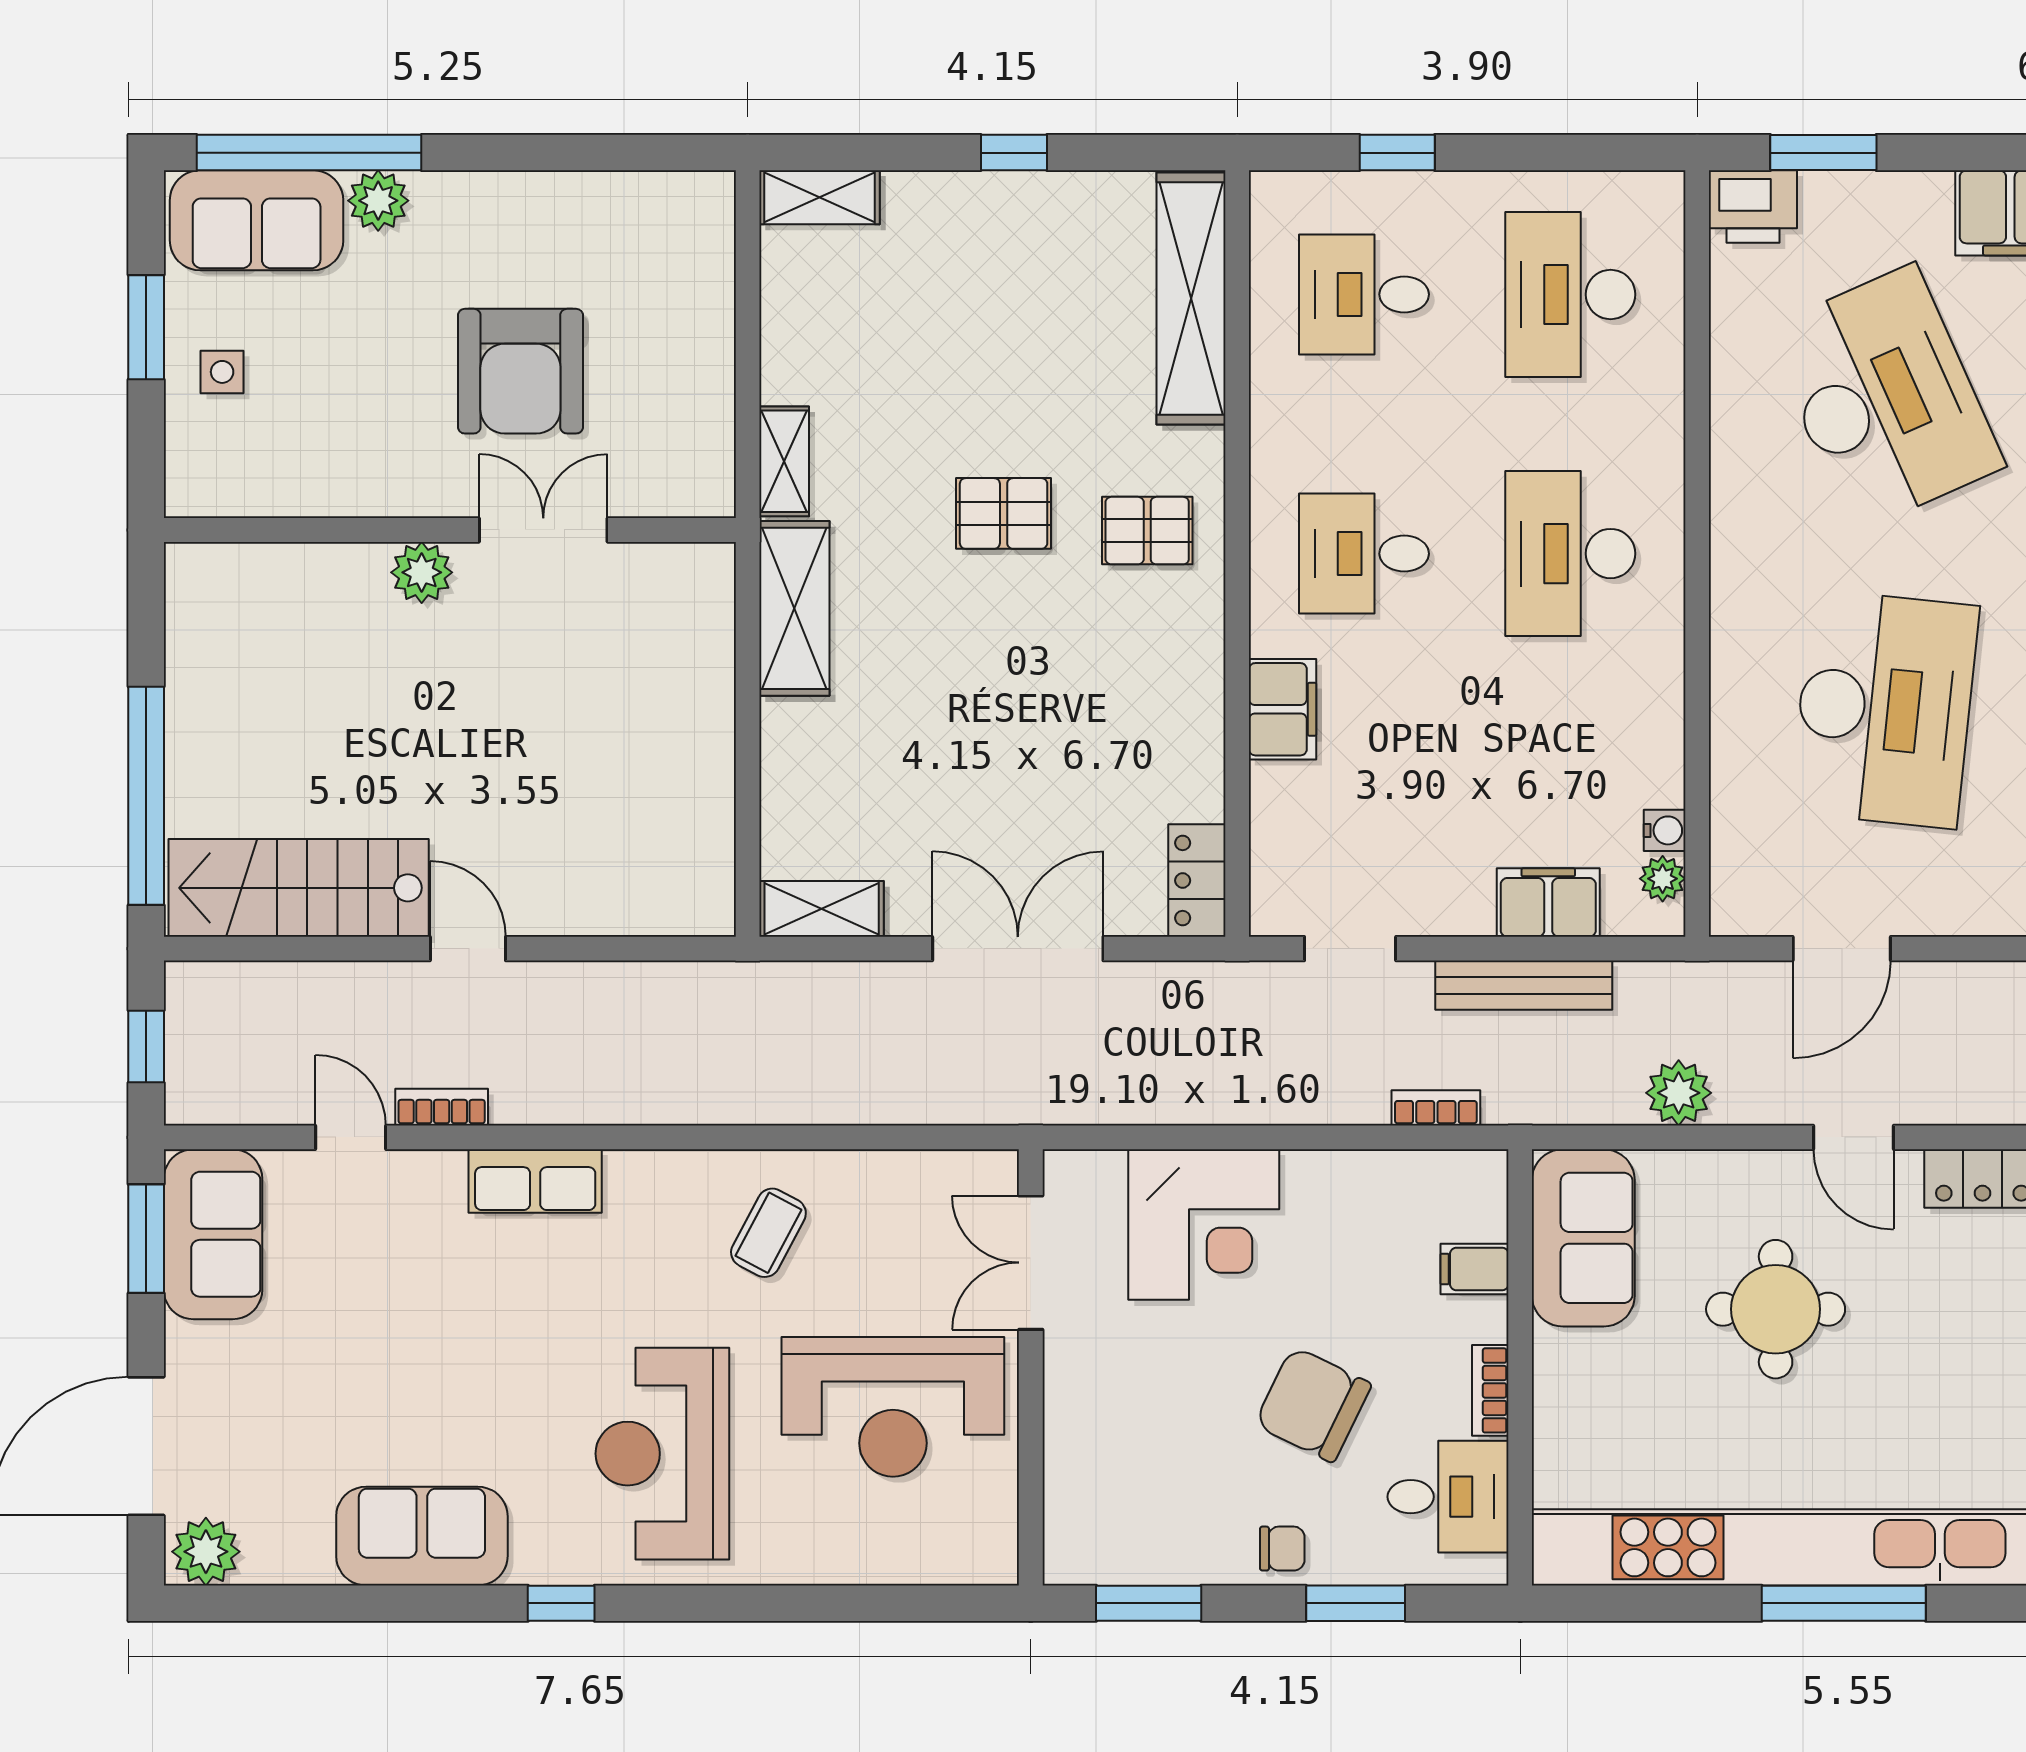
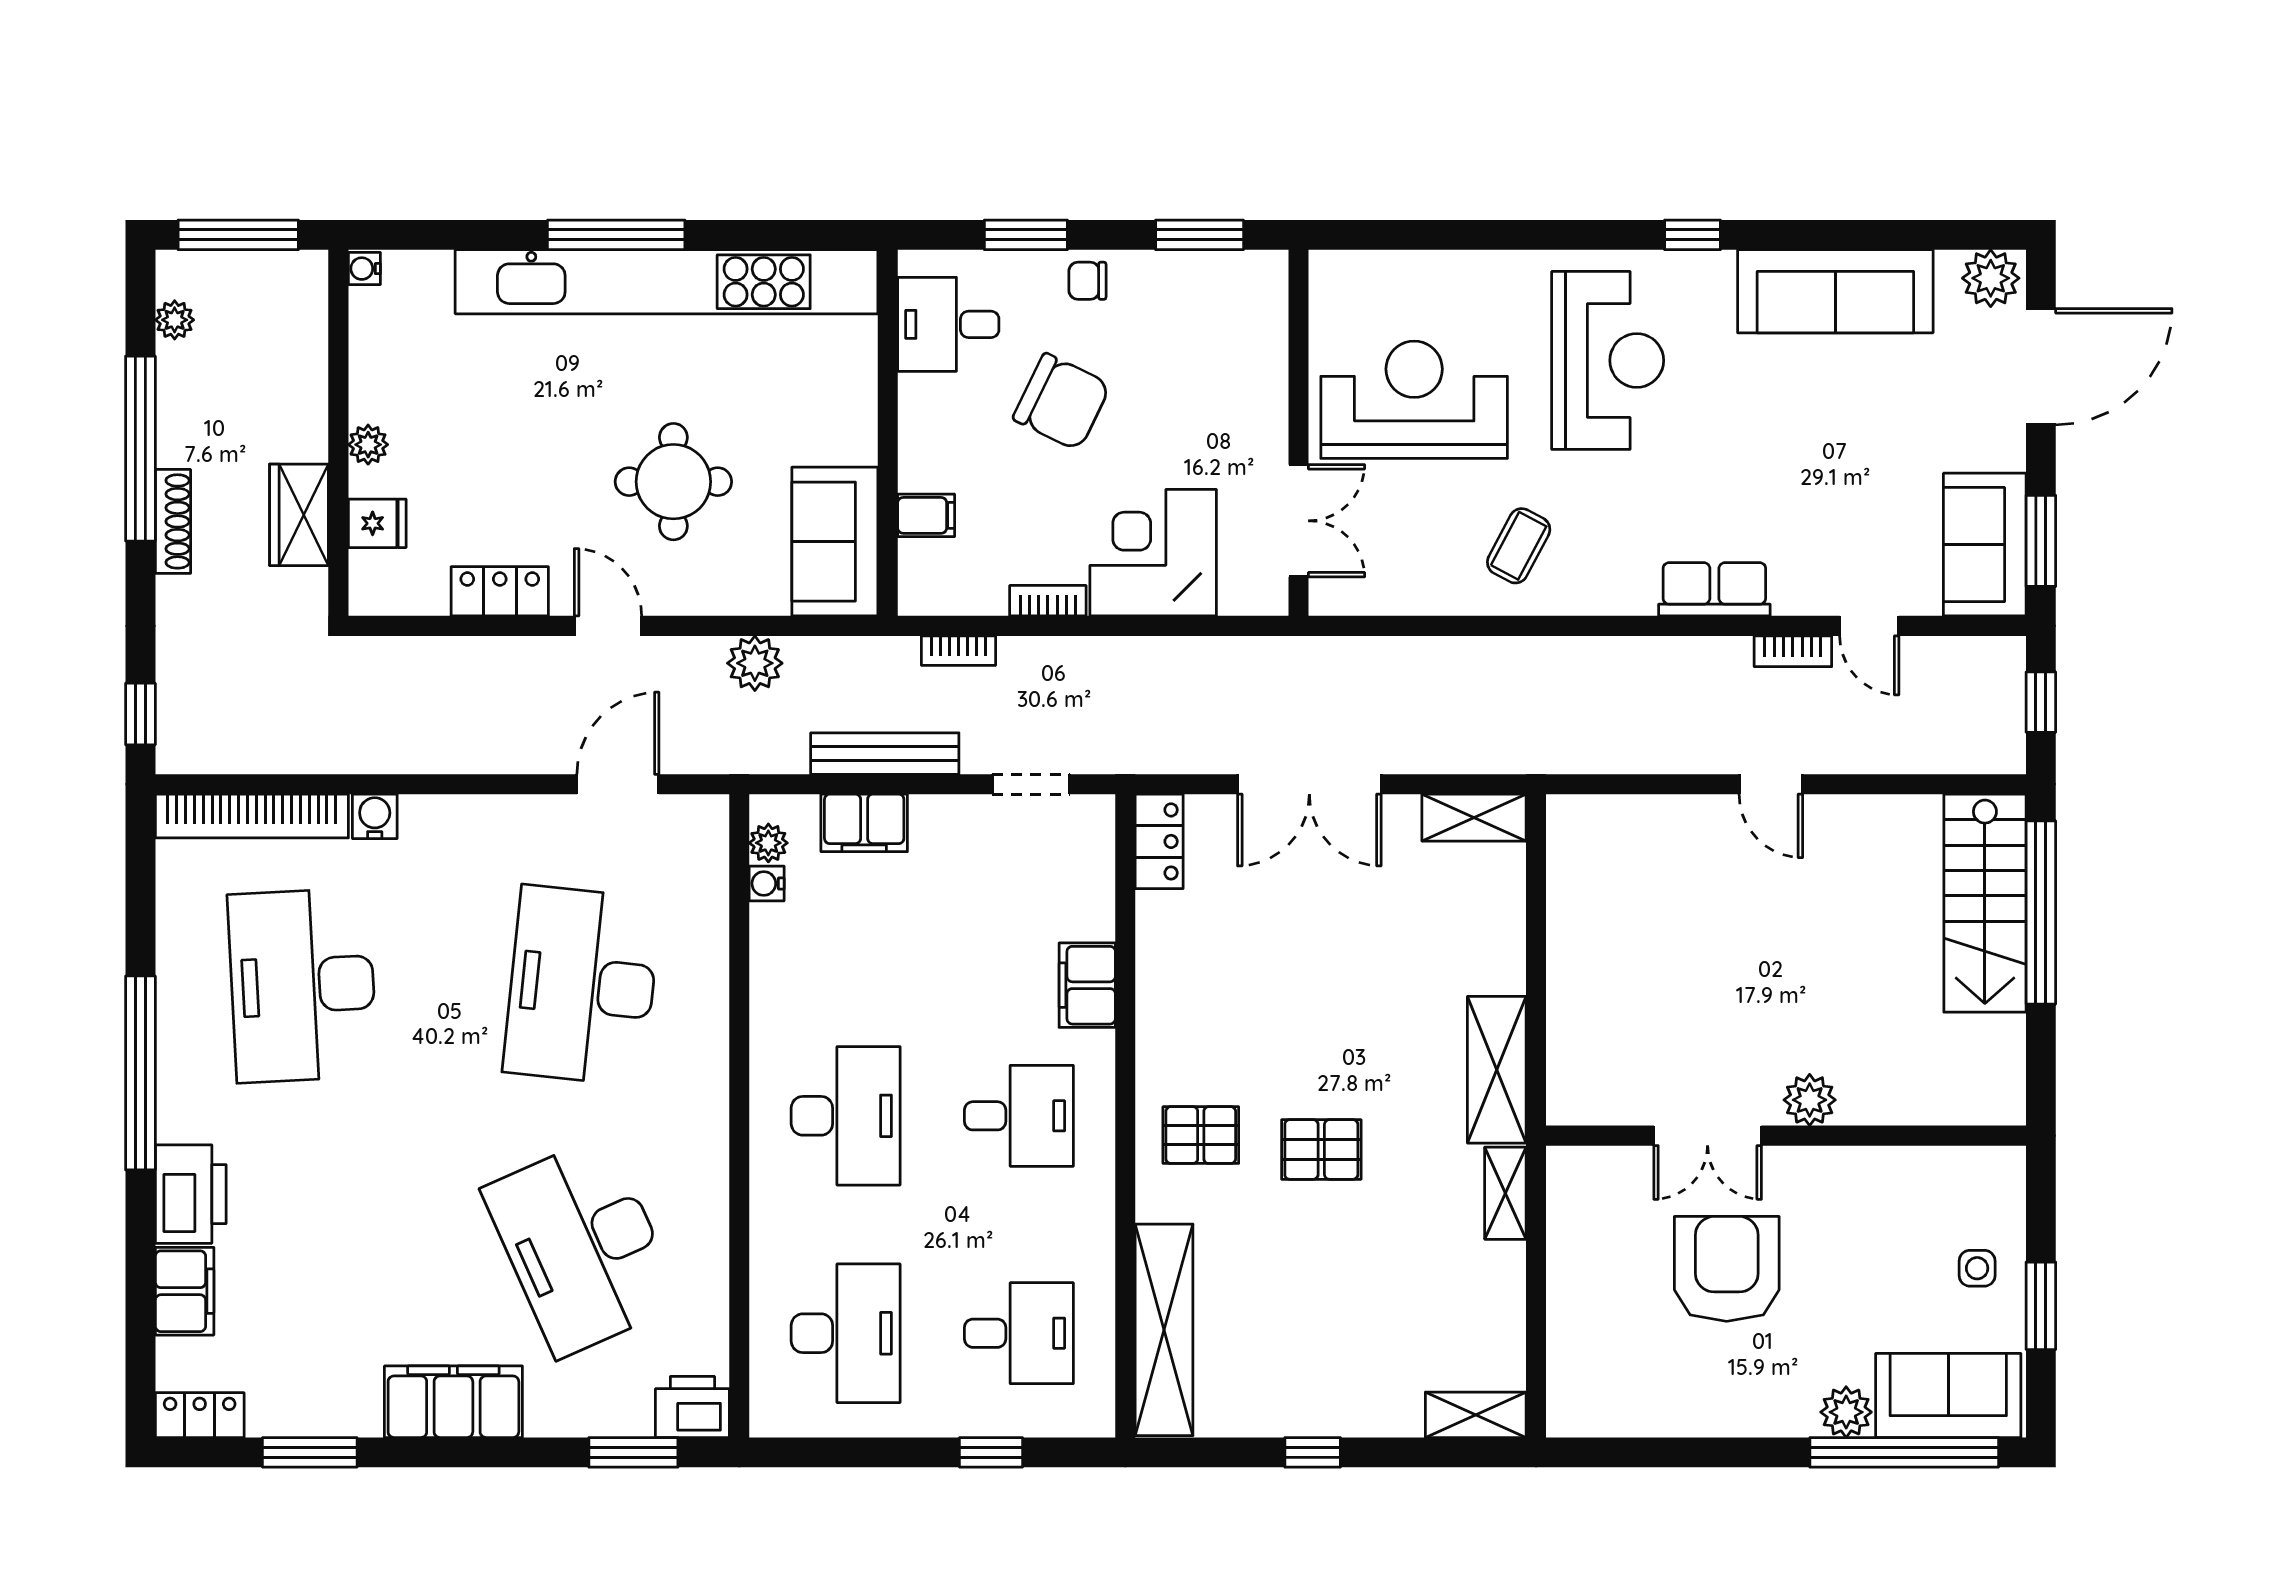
stairs: (299, 888) -> (1985, 903), moved, turned 90
bookcase: (1490, 1390) -> (1048, 601), moved, turned -90
sofa: (422, 1536) -> (1835, 291), width x1.36

